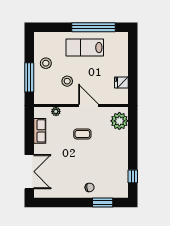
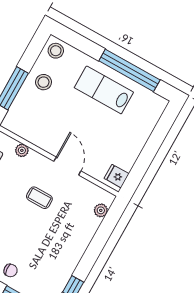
stool: (67, 81) -> (56, 51), moved
fridge: (121, 82) -> (117, 176), moved
plant: (119, 121) -> (101, 210), width x0.53, depth x0.53

